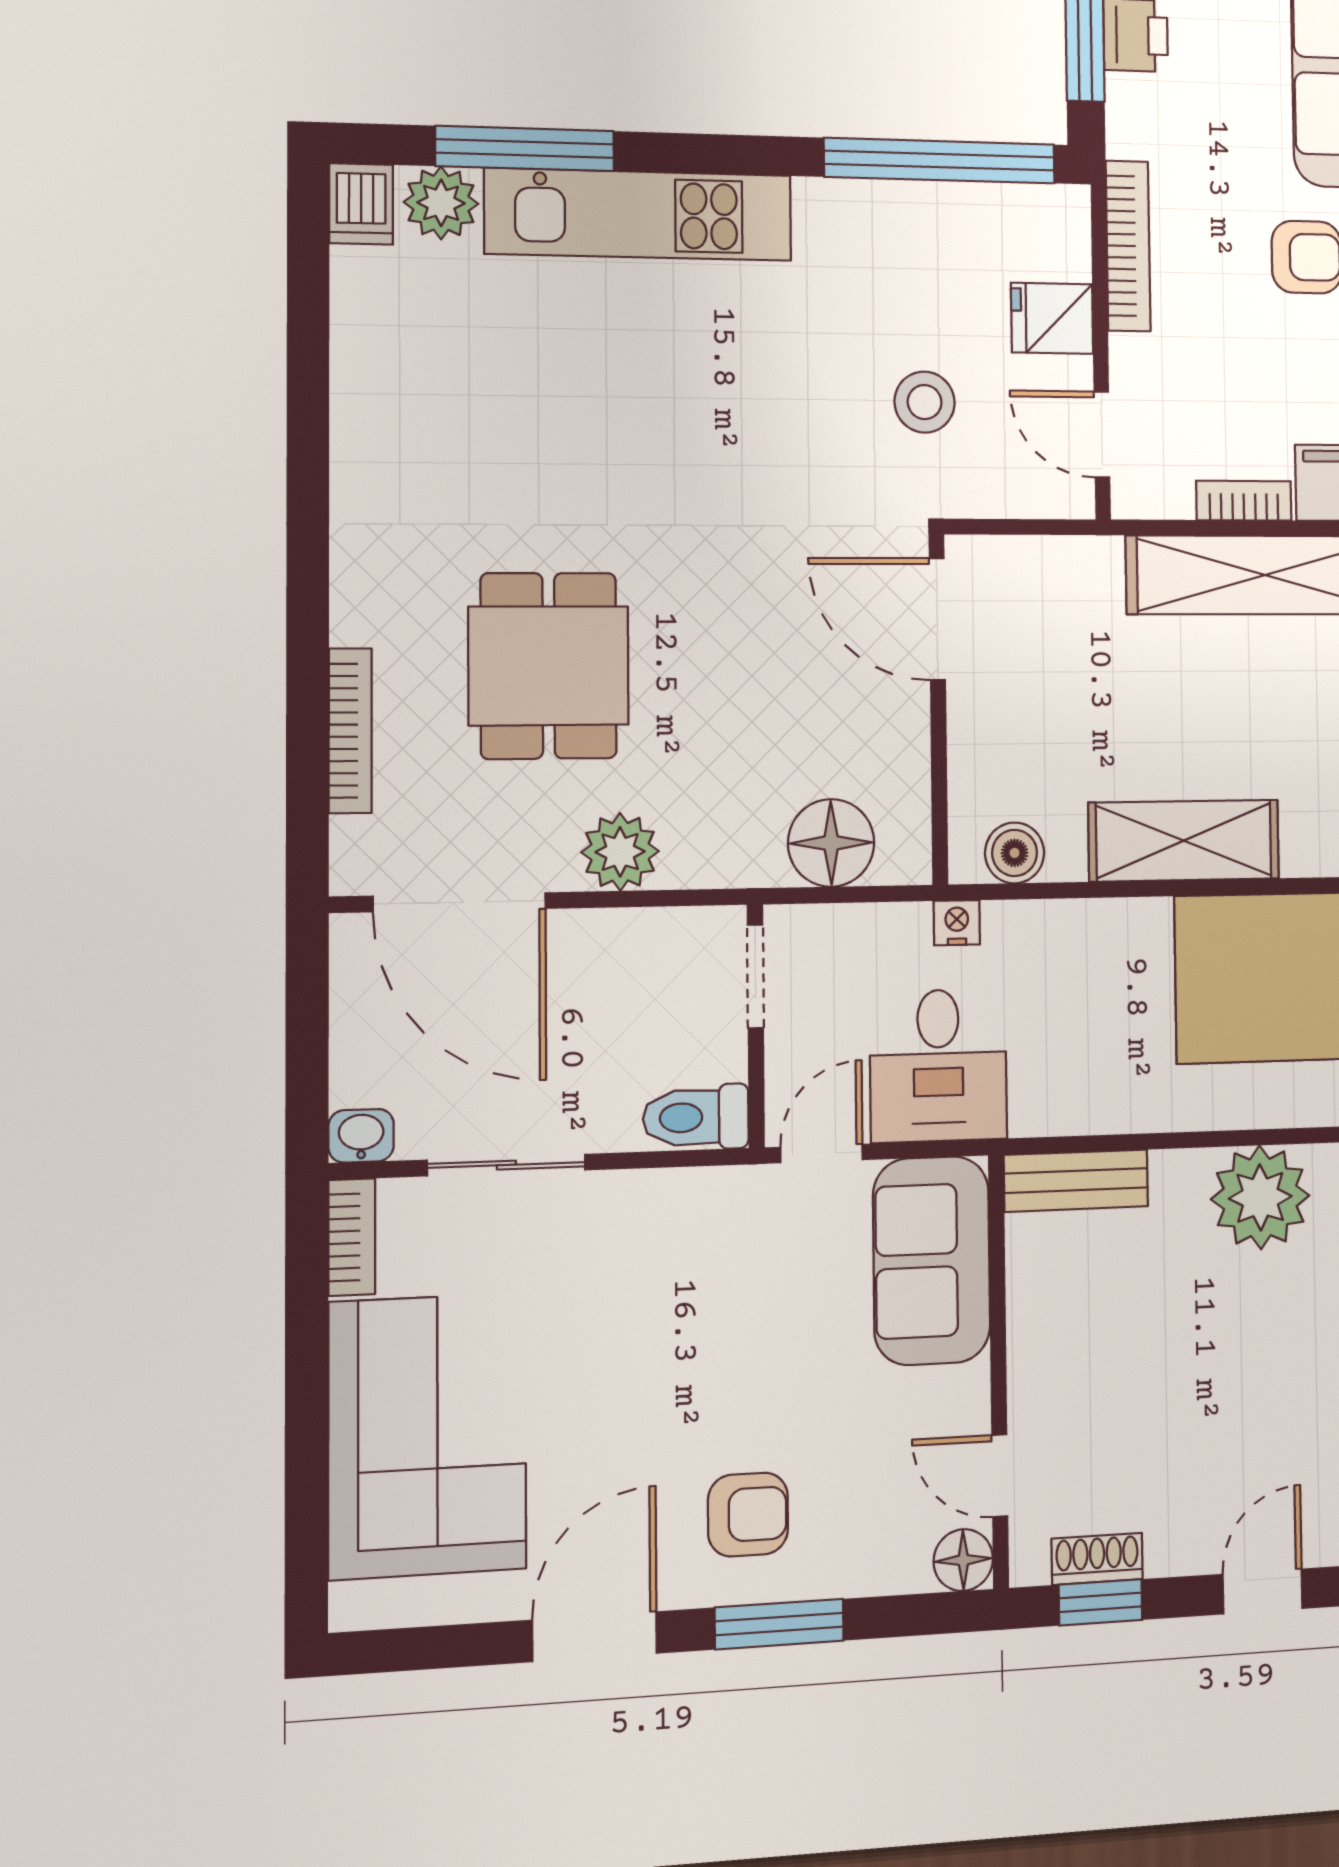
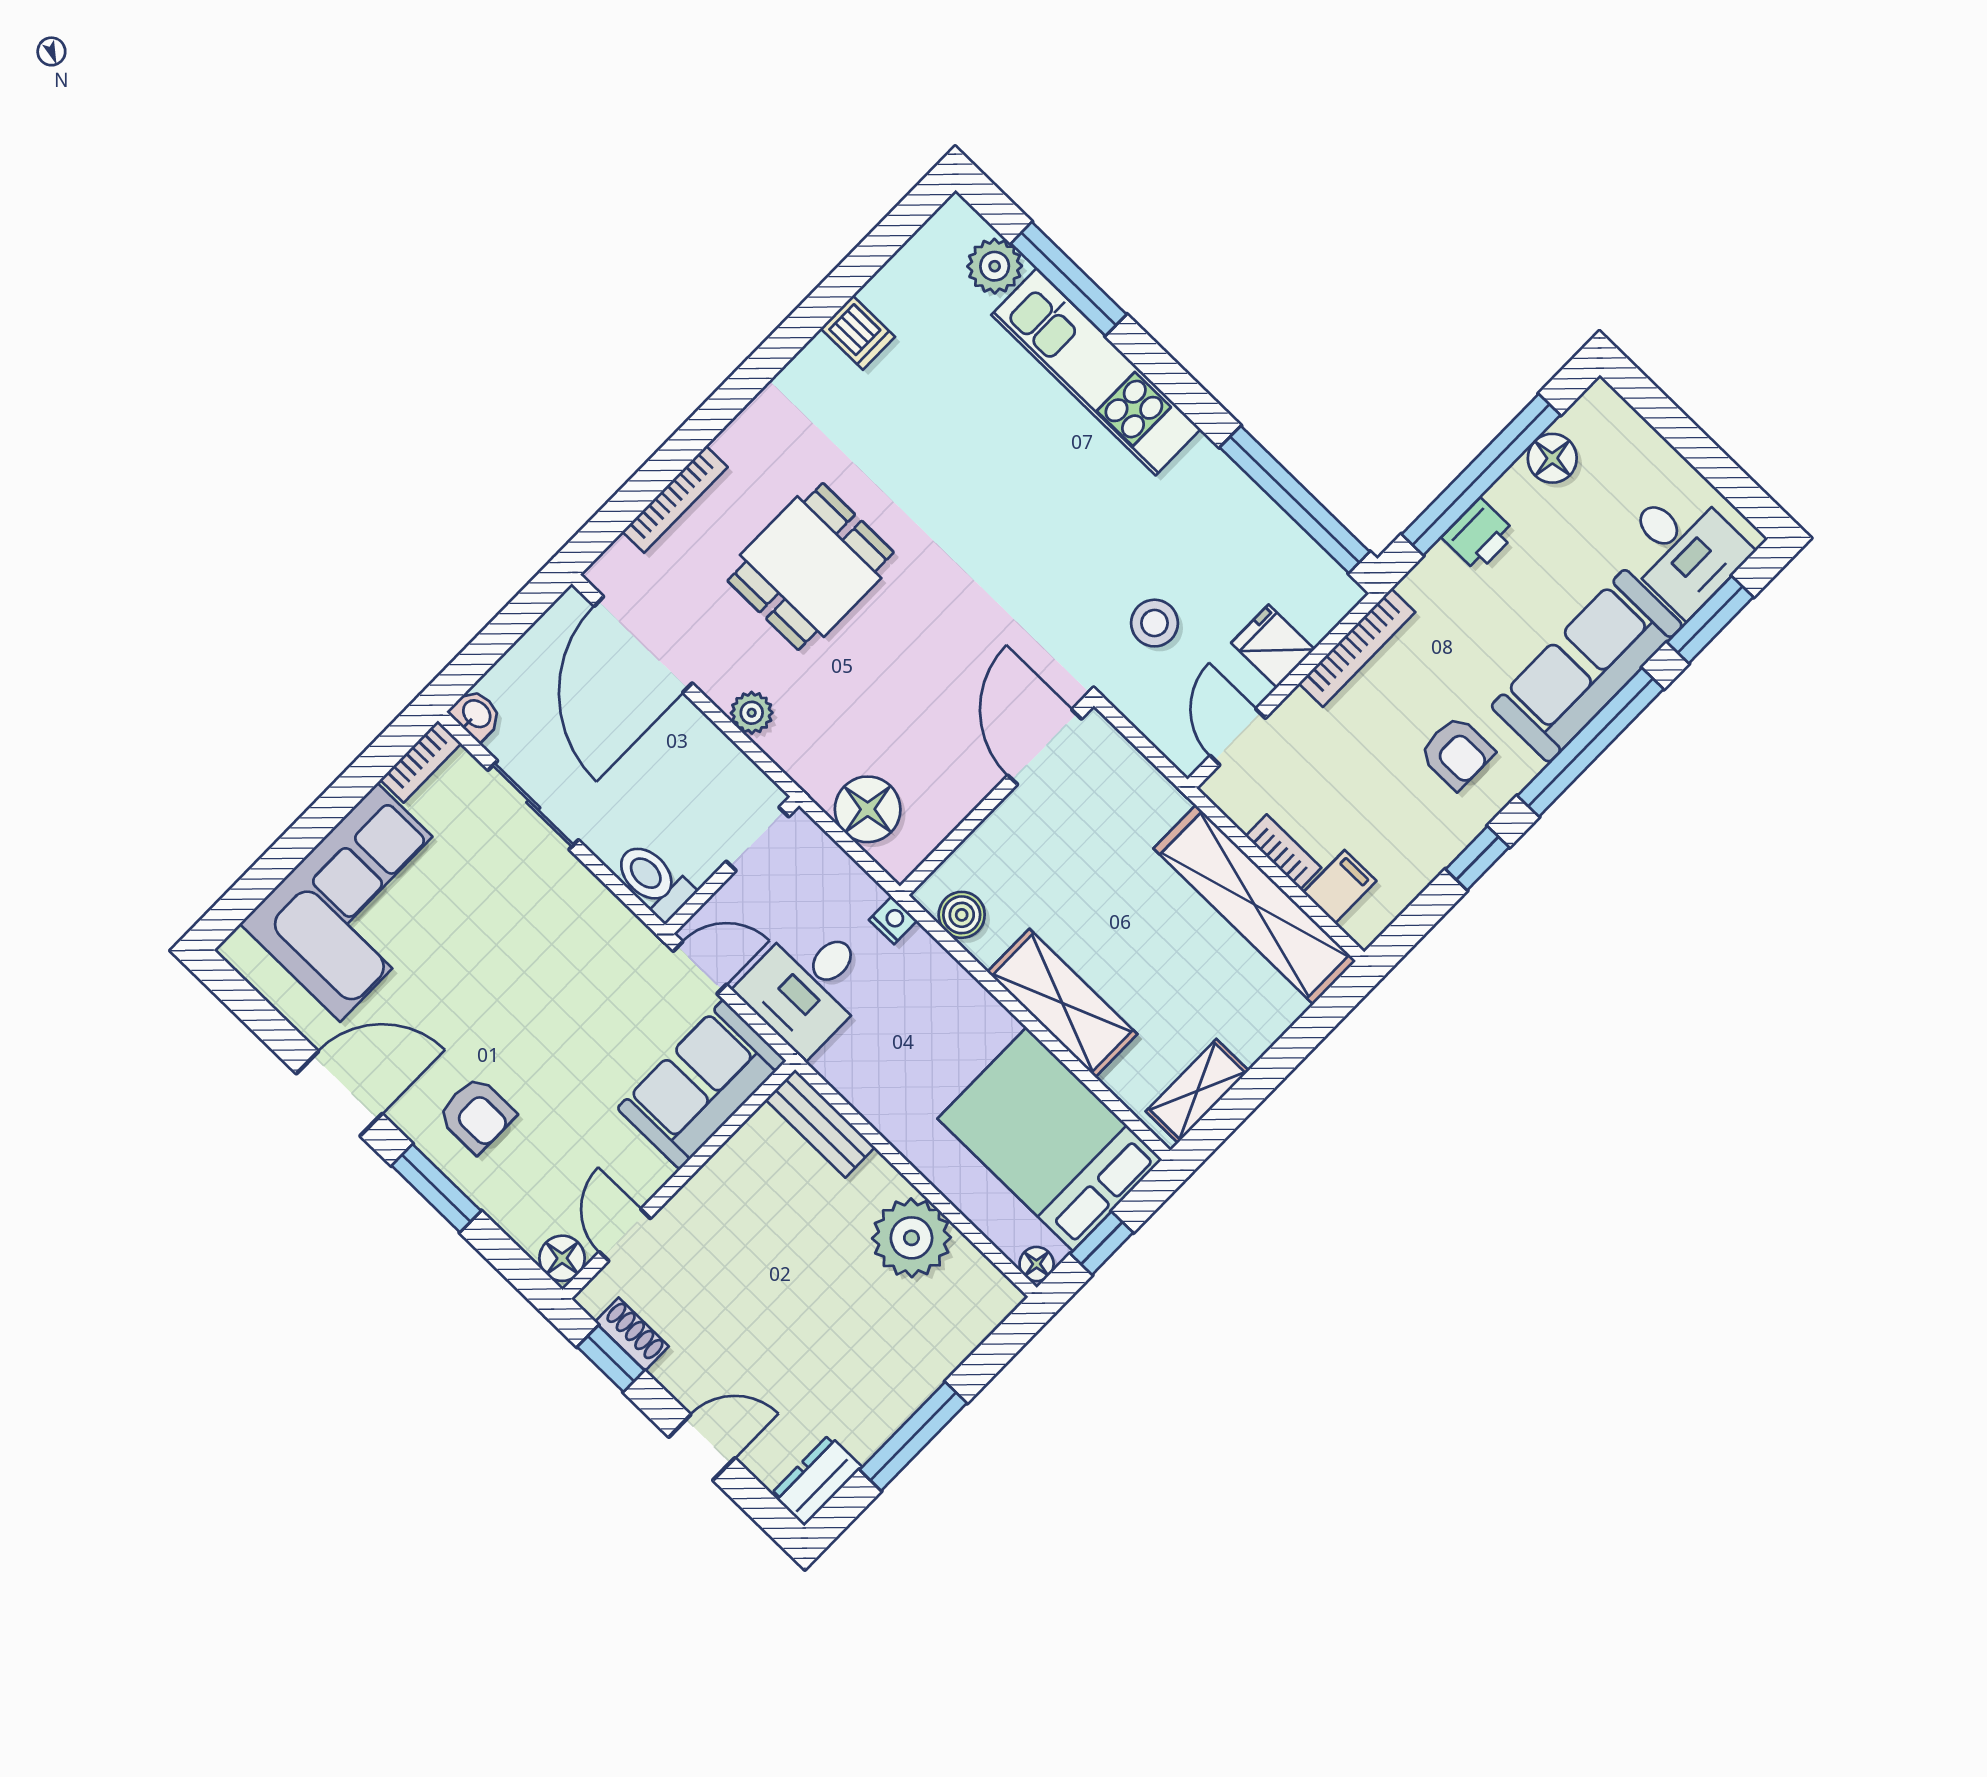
dishwasher: (361, 204) -> (858, 333), moved, turned -90
plant: (620, 852) -> (752, 713), width x0.73, depth x0.73

